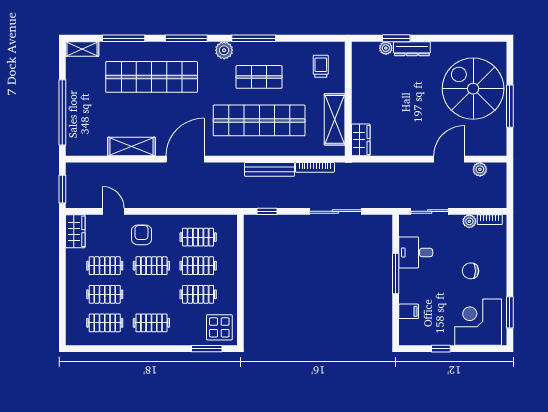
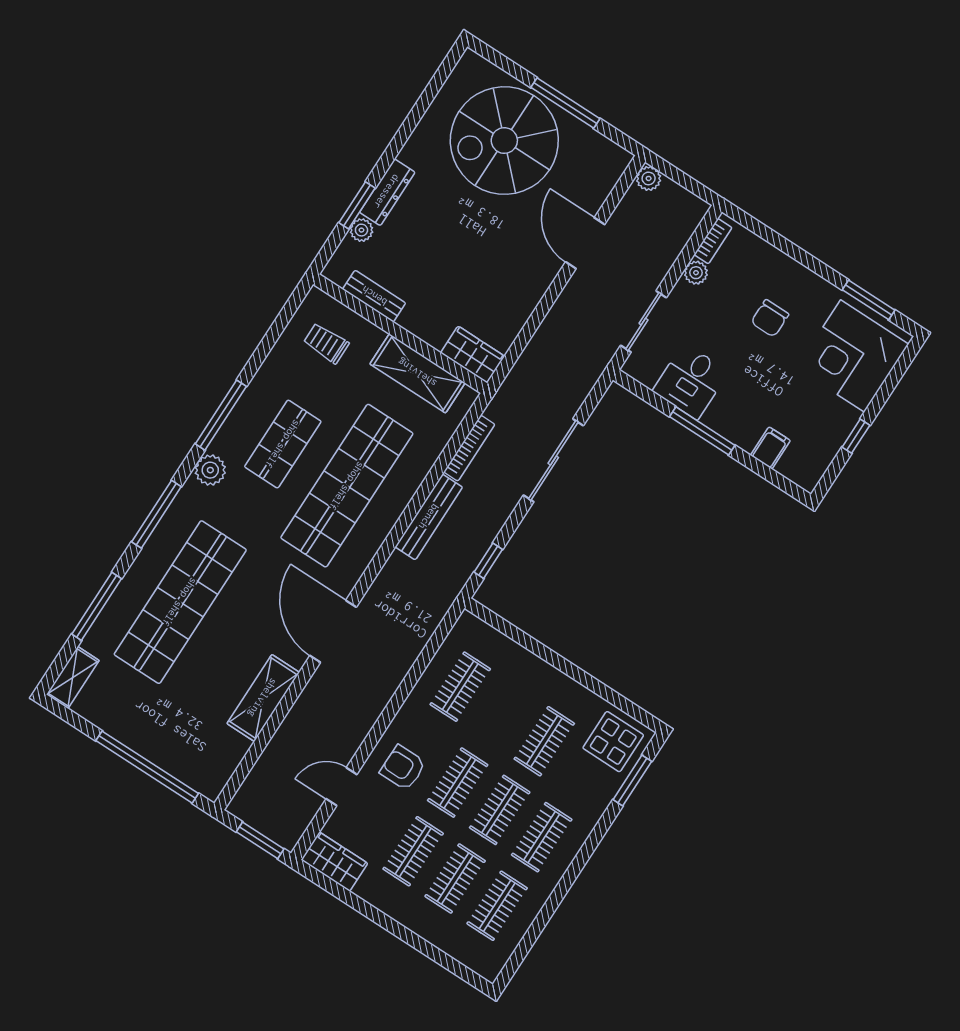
bench: (358, 75) -> (374, 296), added
plant: (480, 169) -> (649, 178), moved
clothes rail: (198, 266) -> (500, 810), moved

